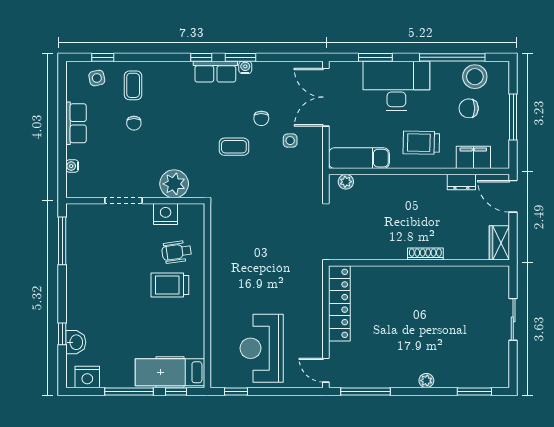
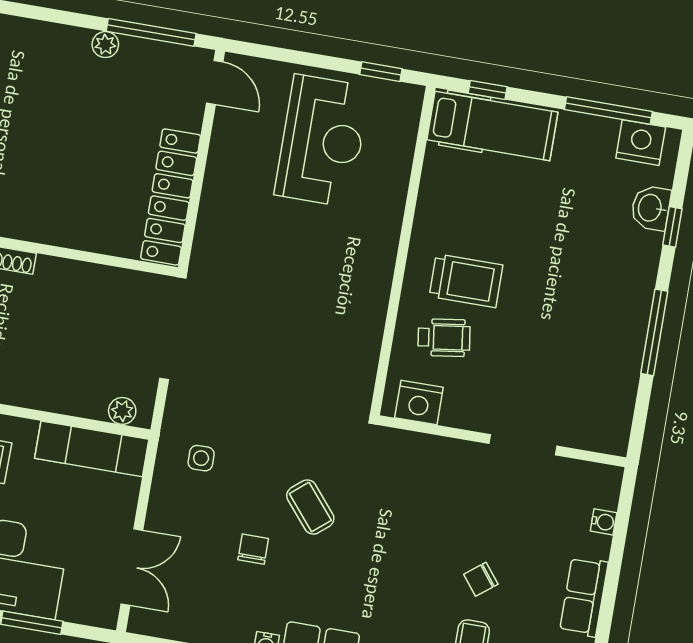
double door: (326, 97) -> (132, 567), width x0.73
chair: (134, 123) -> (481, 579), turned -128
side table: (290, 141) -> (201, 458), moved
coffee table: (234, 147) -> (310, 507), turned 50
plant: (174, 184) -> (428, 459), removed
nightstand: (166, 214) -> (419, 402), moved
window: (62, 241) -> (654, 332), moved
plant: (426, 381) -> (105, 45), moved
window: (129, 391) -> (608, 111), moved

